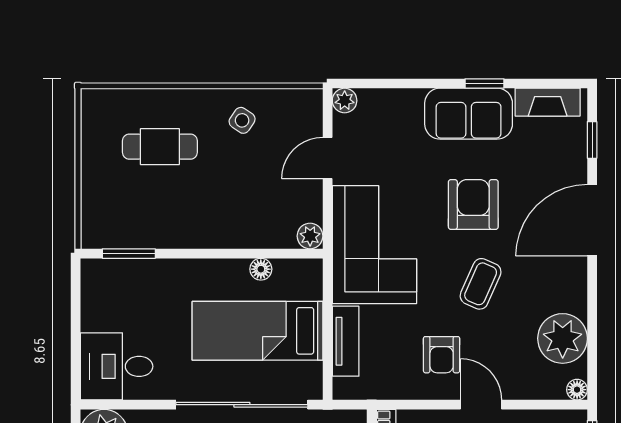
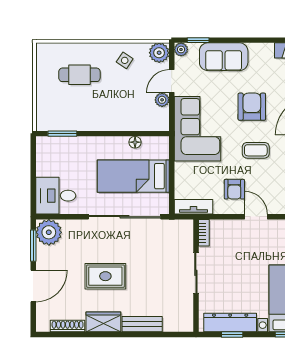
window: (484, 84) -> (198, 40), moved
plant: (305, 106) -> (159, 53), added
sofa: (469, 114) -> (224, 57), moved
plant: (310, 236) -> (162, 100), moved
coffee table: (481, 284) -> (256, 150), turned 66
tv unit: (346, 341) -> (194, 207), moved, turned -90

